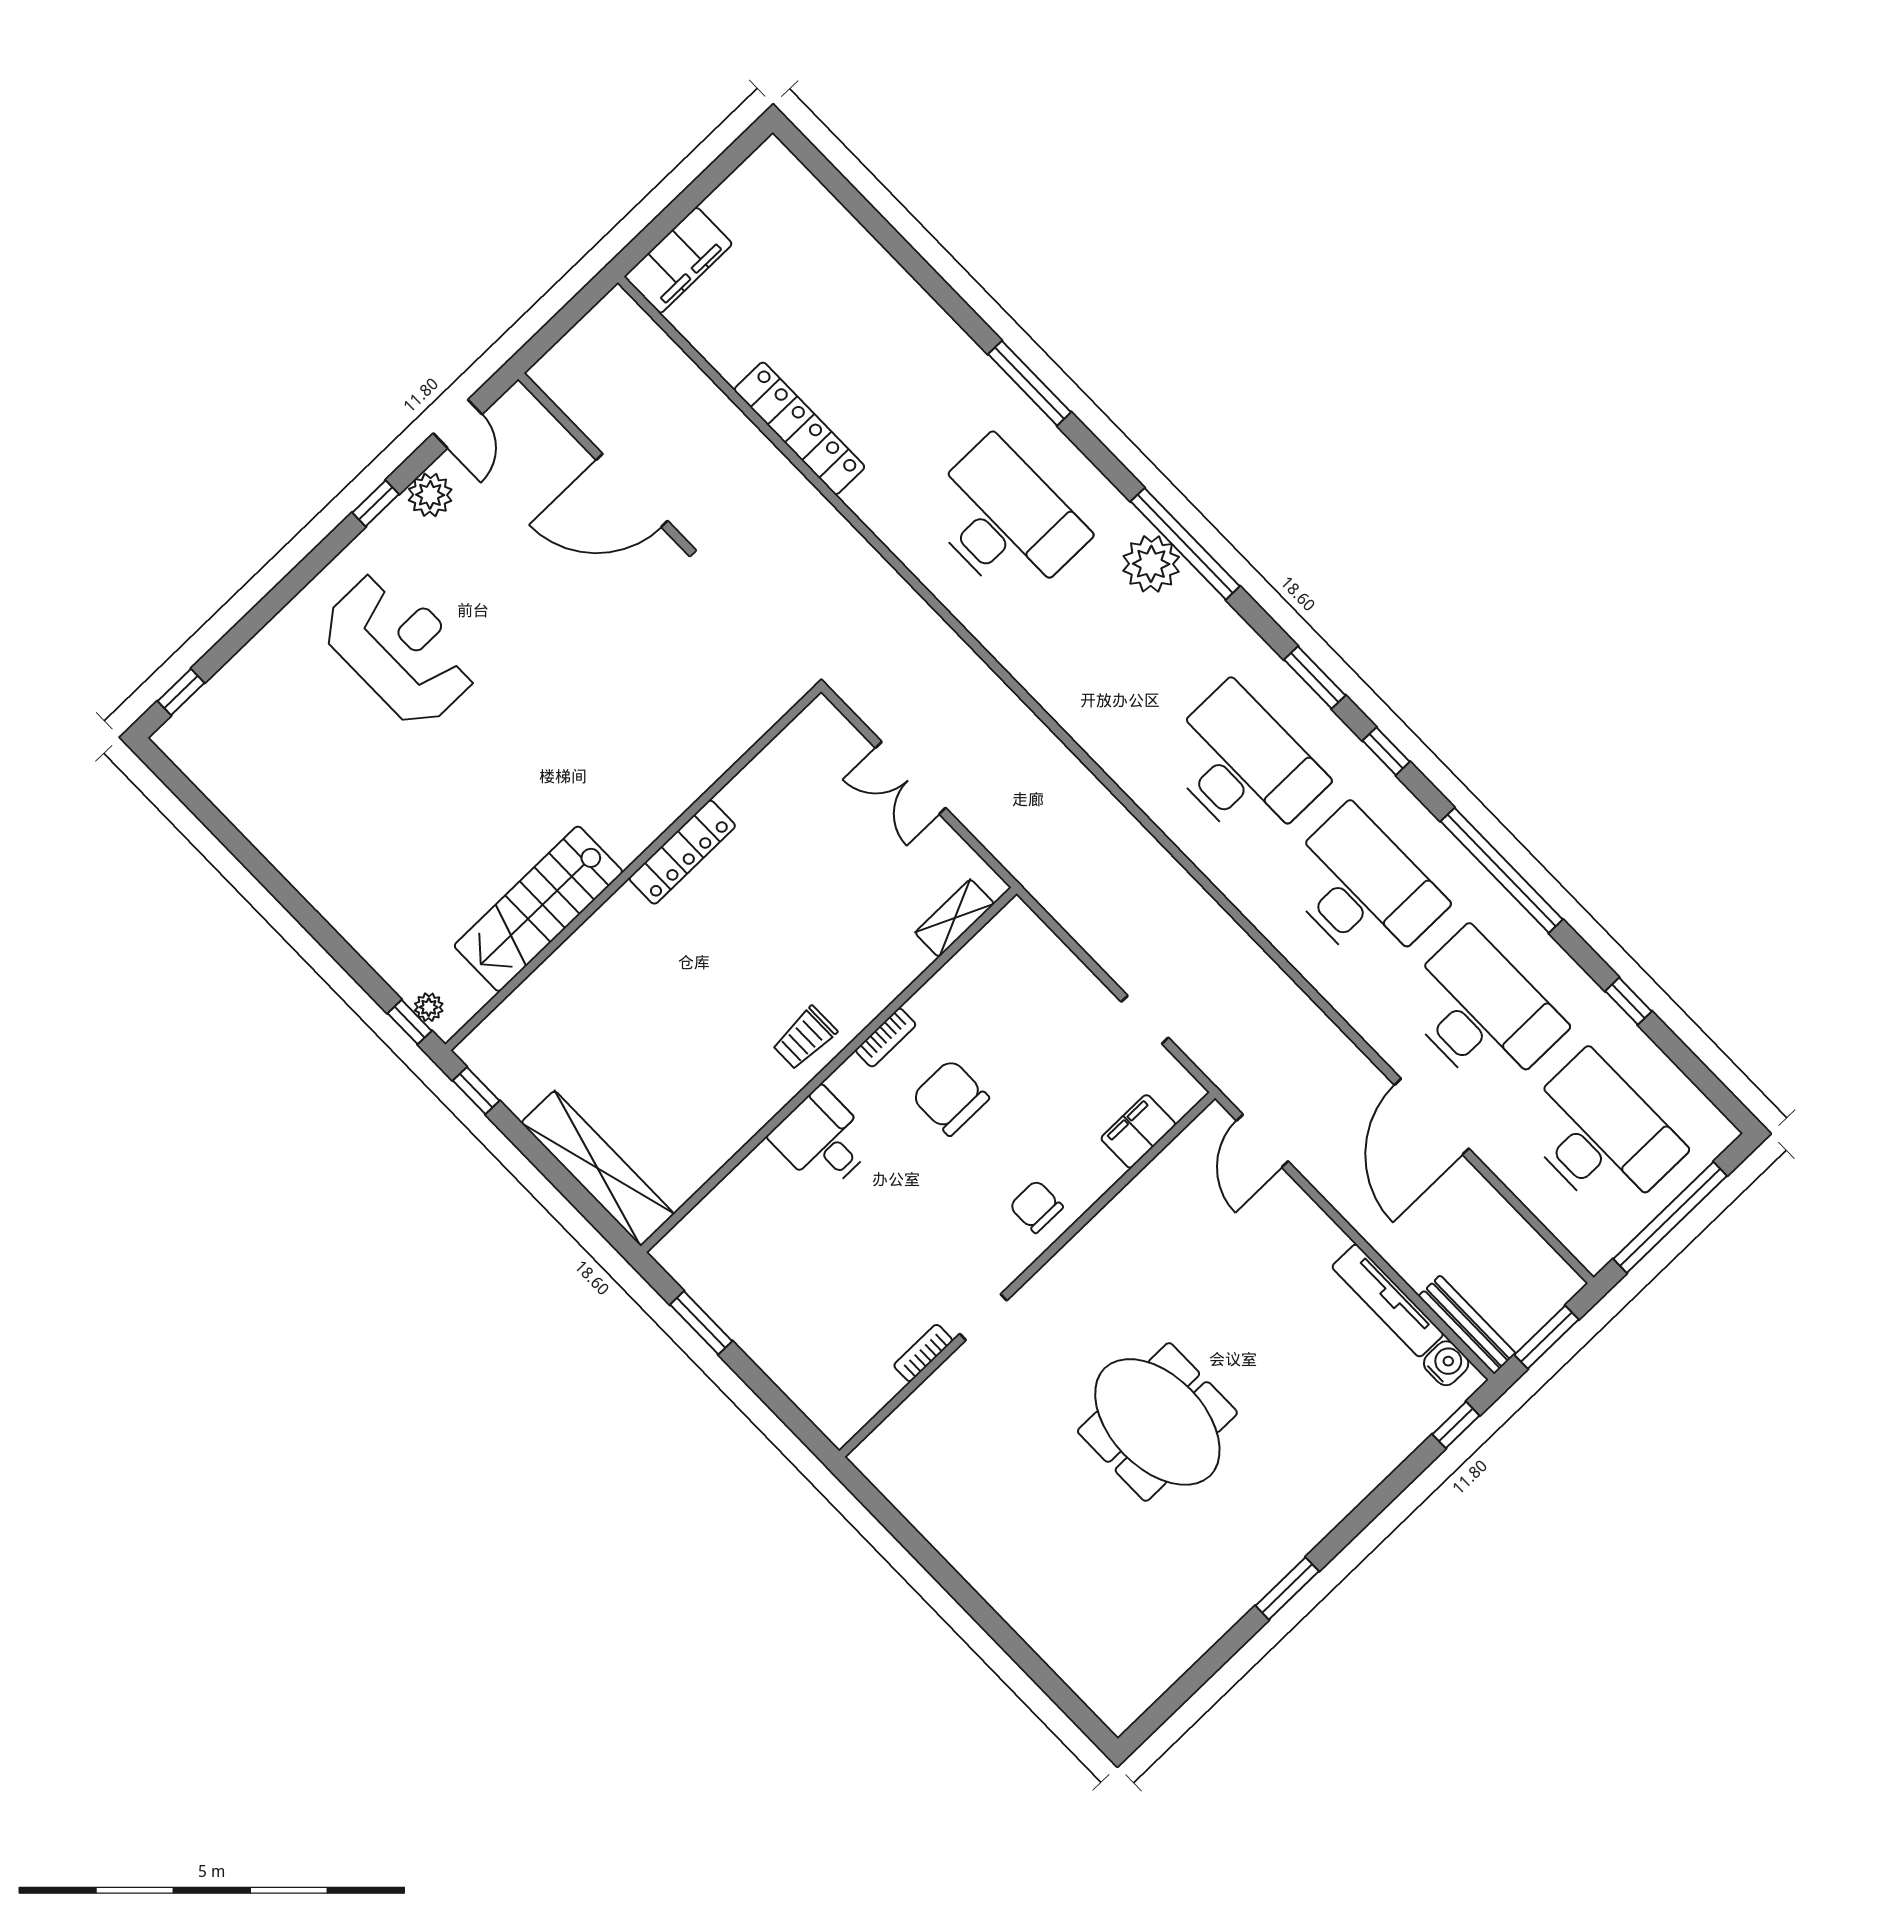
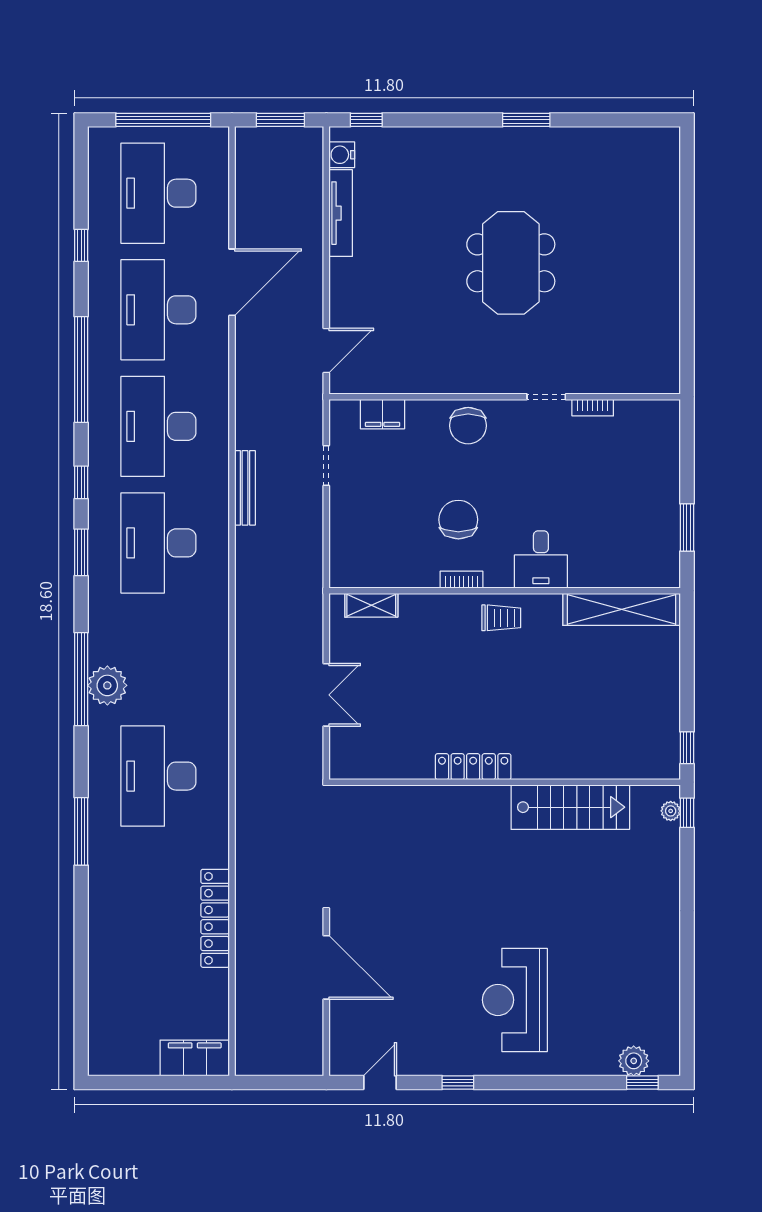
plant: (430, 495) -> (634, 1061), moved
chair: (950, 1097) -> (458, 520), turned 180
shelving: (598, 1168) -> (622, 609), moved, turned 90
chair: (1036, 1207) -> (468, 426), width x1.37, depth x1.37
bench: (1467, 1325) -> (245, 488), moved

